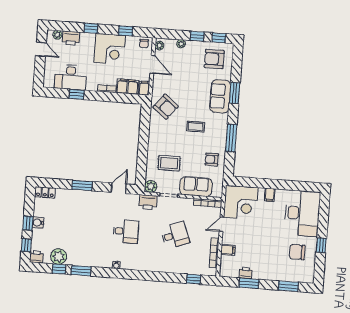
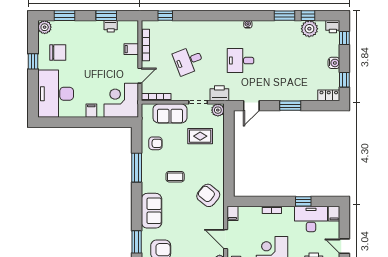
filing cabinet: (127, 87) -> (334, 214), moved, width x0.50
window: (235, 93) -> (137, 242), moved
window: (28, 223) -> (344, 80), moved
plant: (308, 277) -> (45, 27), added

